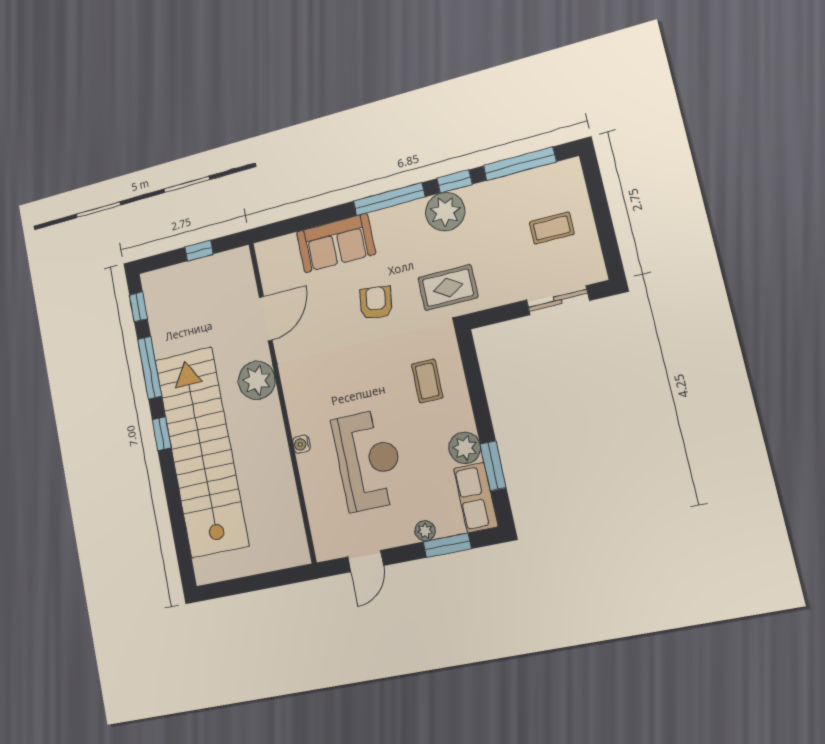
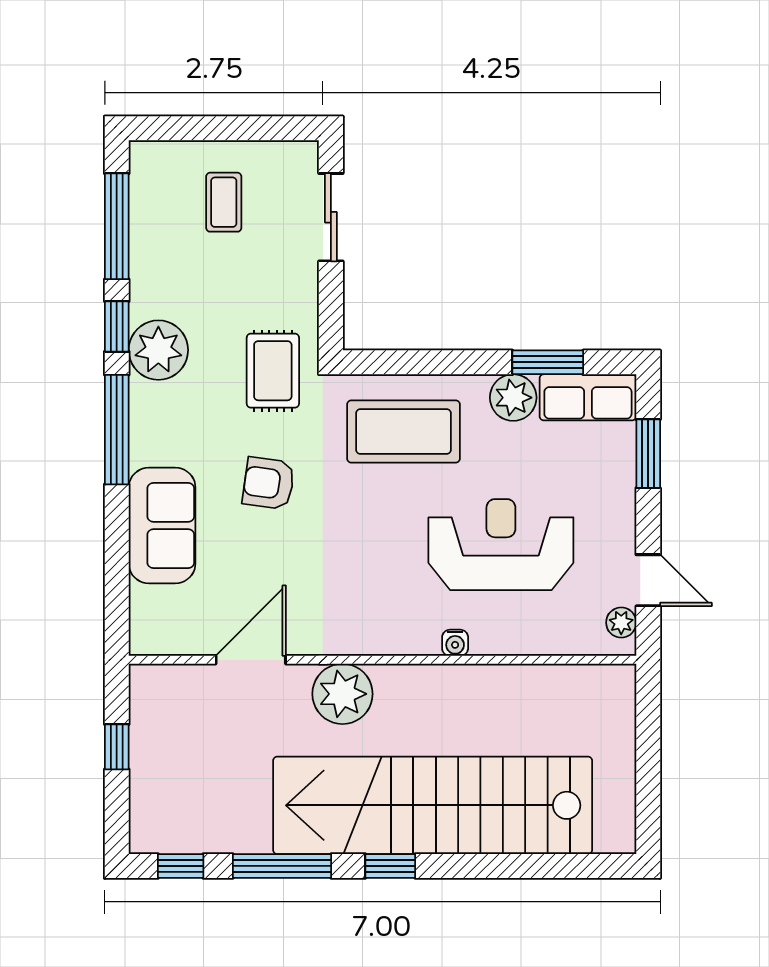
door: (266, 319) -> (251, 660), hinge flipped
coffee table: (427, 381) -> (403, 431), width x1.86, depth x1.72
plant: (425, 531) -> (621, 623), moved

